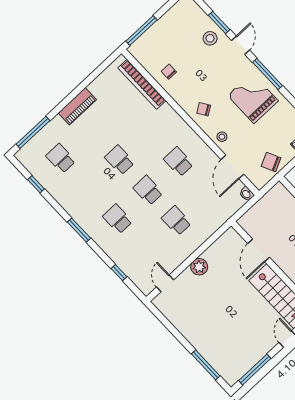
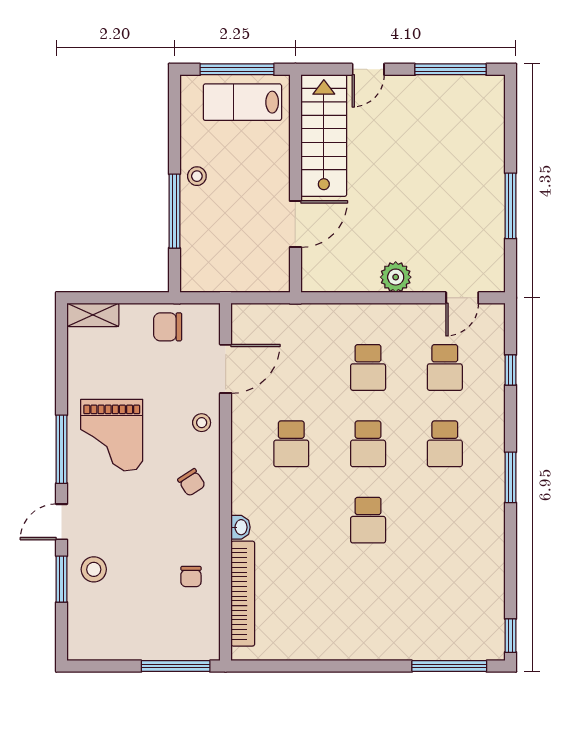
piano: (77, 106) -> (357, 645), removed
school desk: (61, 158) -> (445, 367), moved
chair: (271, 162) -> (168, 327), turned 116
window: (36, 184) -> (511, 636), moved
washbasin: (247, 194) -> (241, 527), moved
window: (206, 365) -> (511, 206), moved

